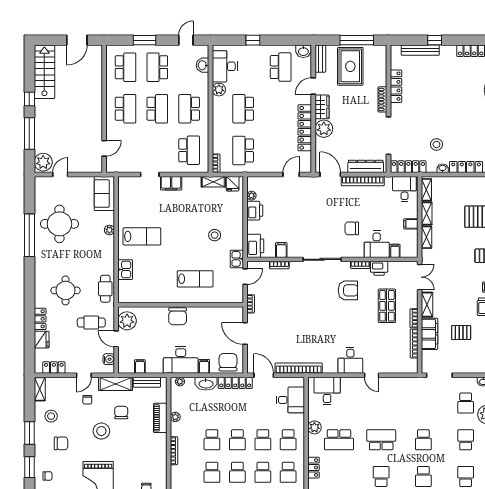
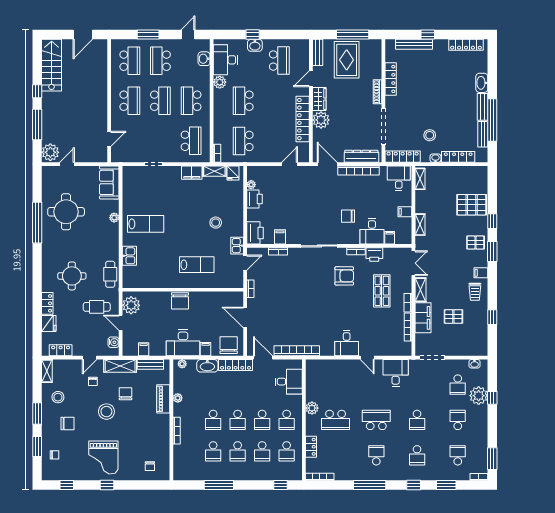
washbasin: (303, 51) -> (255, 45), moved
filing cabinet: (171, 183) -> (192, 173), moved
shelving: (427, 213) -> (420, 202), removed
desk: (327, 391) -> (396, 373), moved

